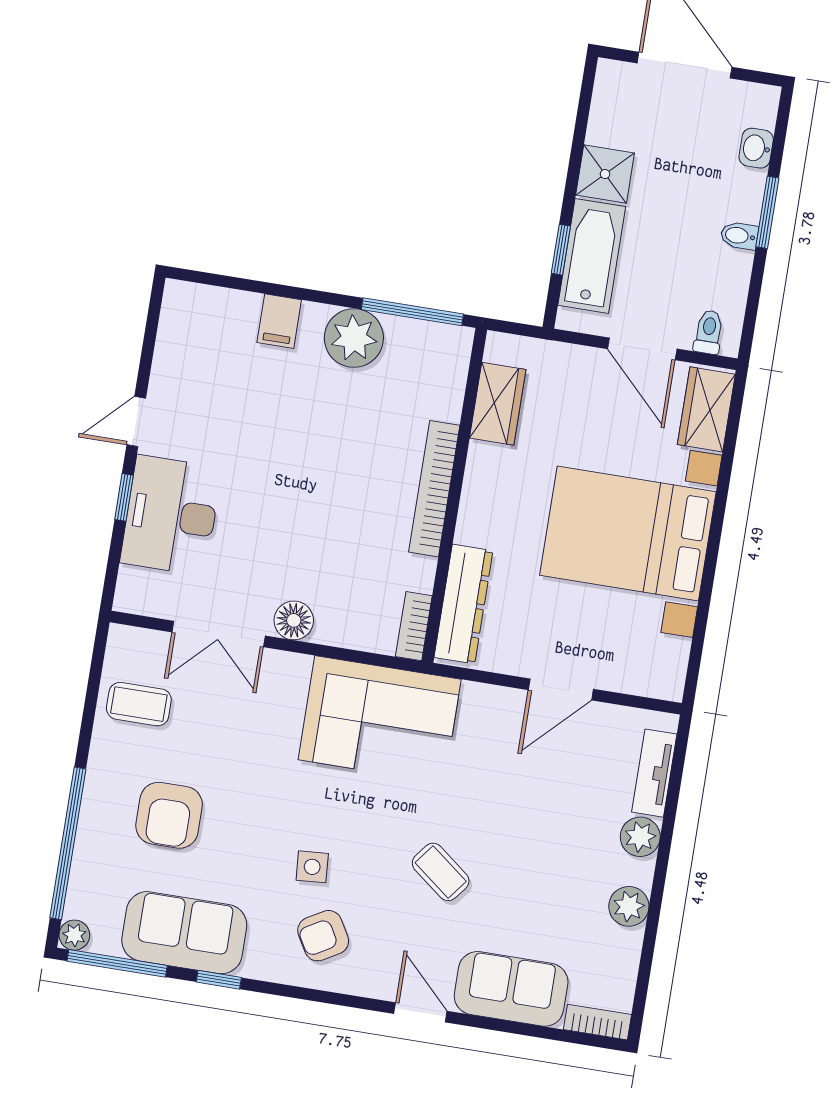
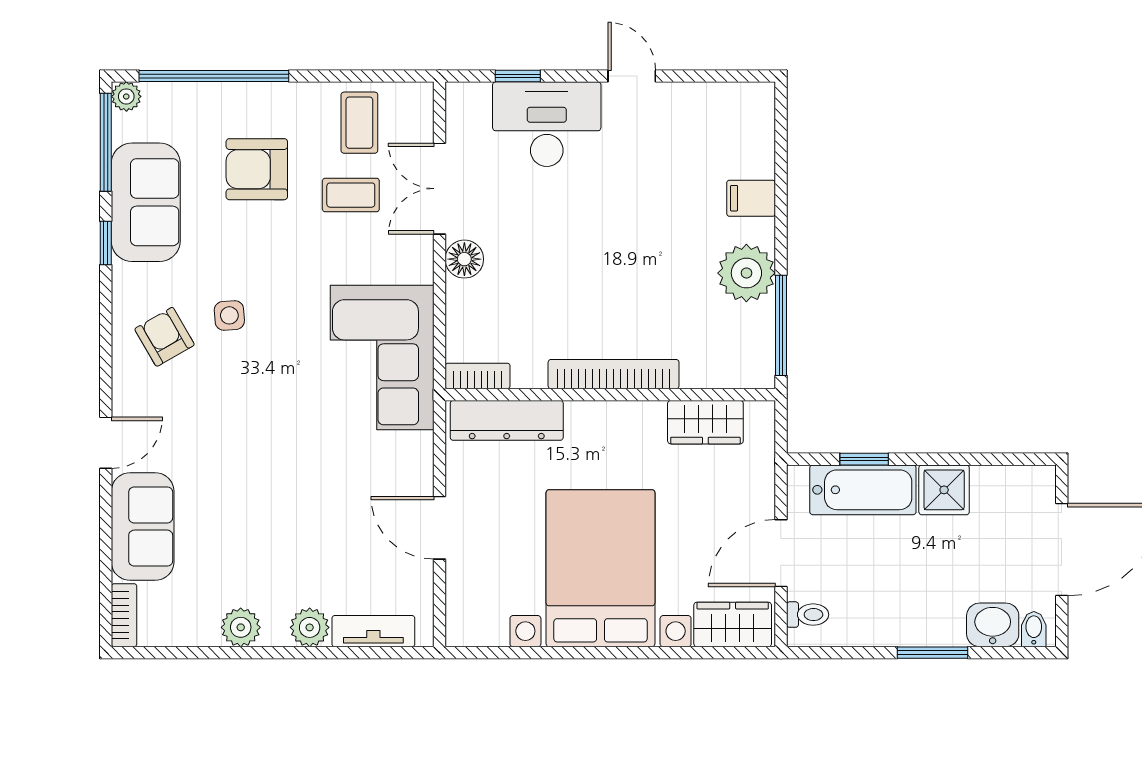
washbasin: (756, 148) -> (993, 625), width x1.38, depth x1.45
bidet: (739, 236) -> (1034, 629), moved
window: (124, 497) -> (518, 76), moved
coffee table: (441, 872) -> (351, 195), moved, turned 52

